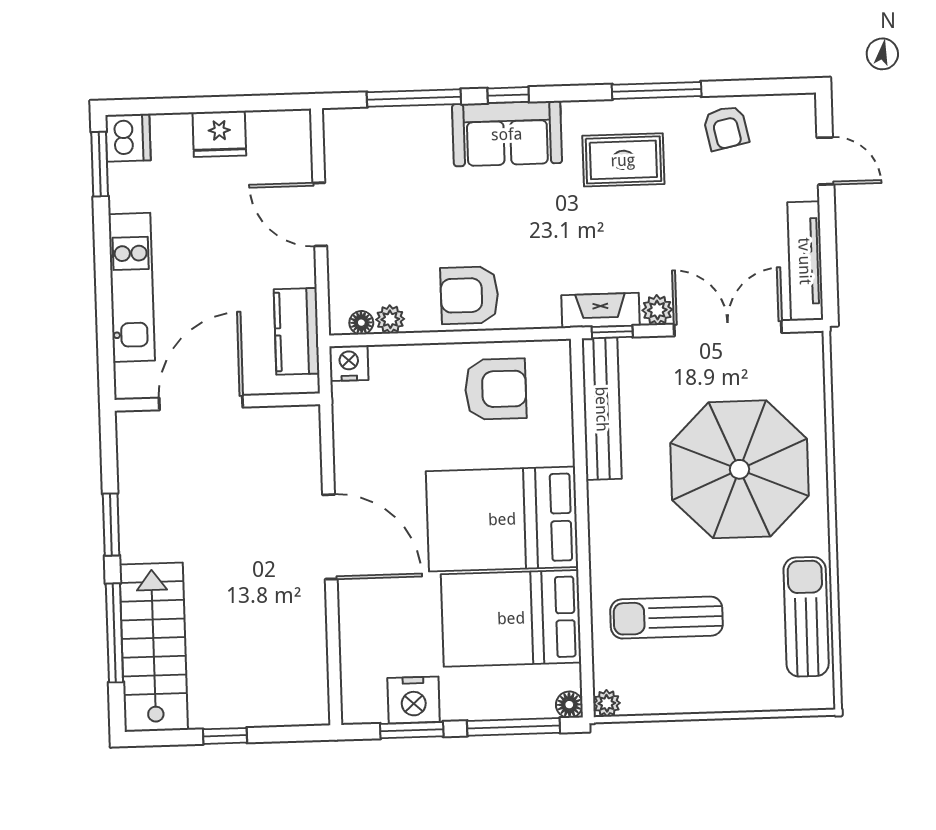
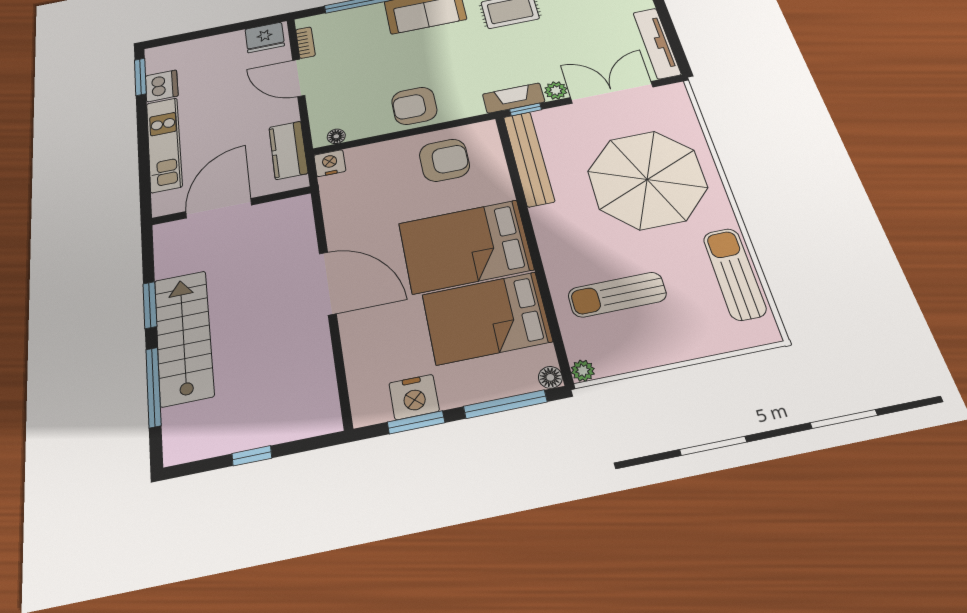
fridge: (219, 134) -> (265, 37), moved
dishwasher: (128, 138) -> (162, 86), moved
bookcase: (334, 154) -> (305, 43), added
plant: (390, 319) -> (358, 131), removed
stairs: (154, 647) -> (184, 337), moved

